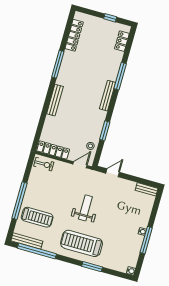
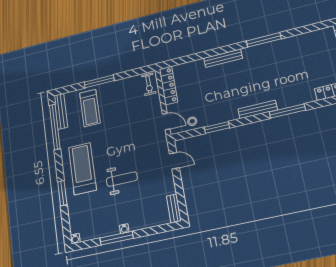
locker: (74, 35) -> (305, 39), removed
window: (19, 201) -> (99, 81), width x0.68
weight bench: (85, 208) -> (122, 179), moved

